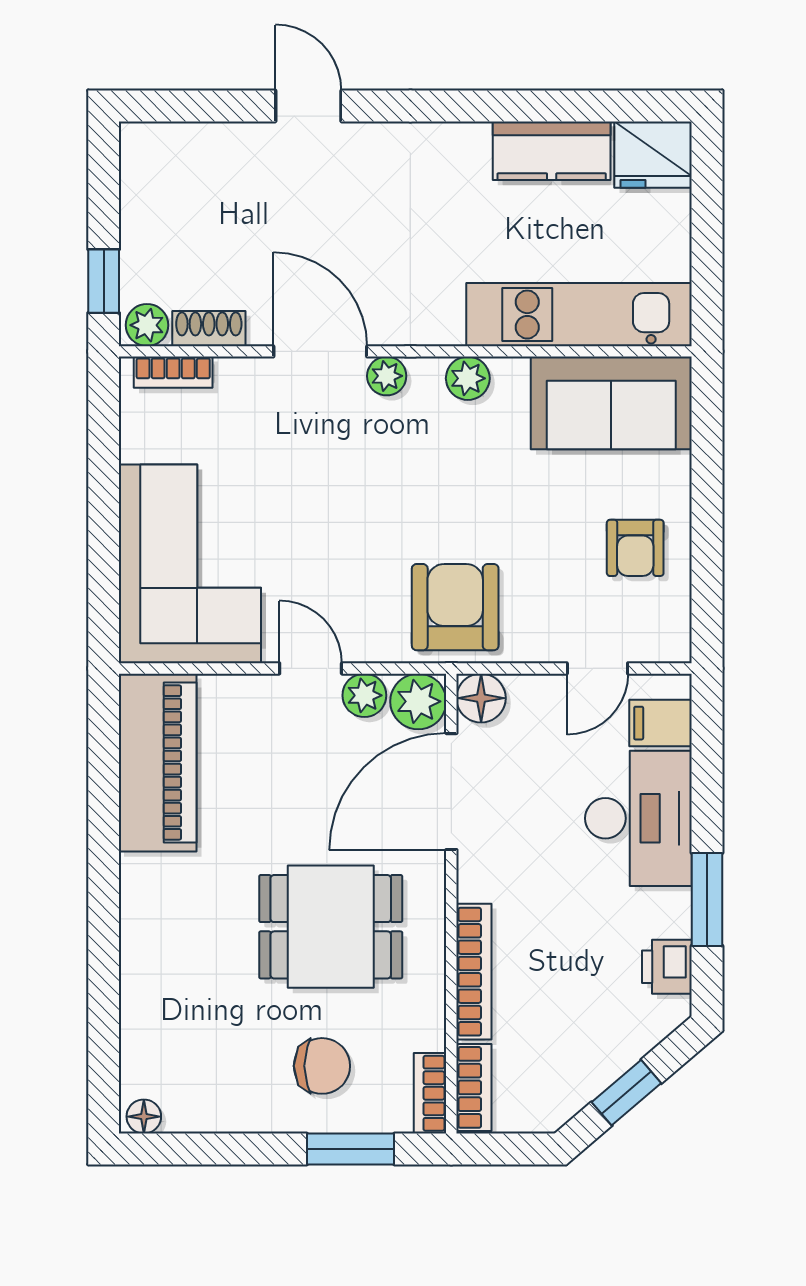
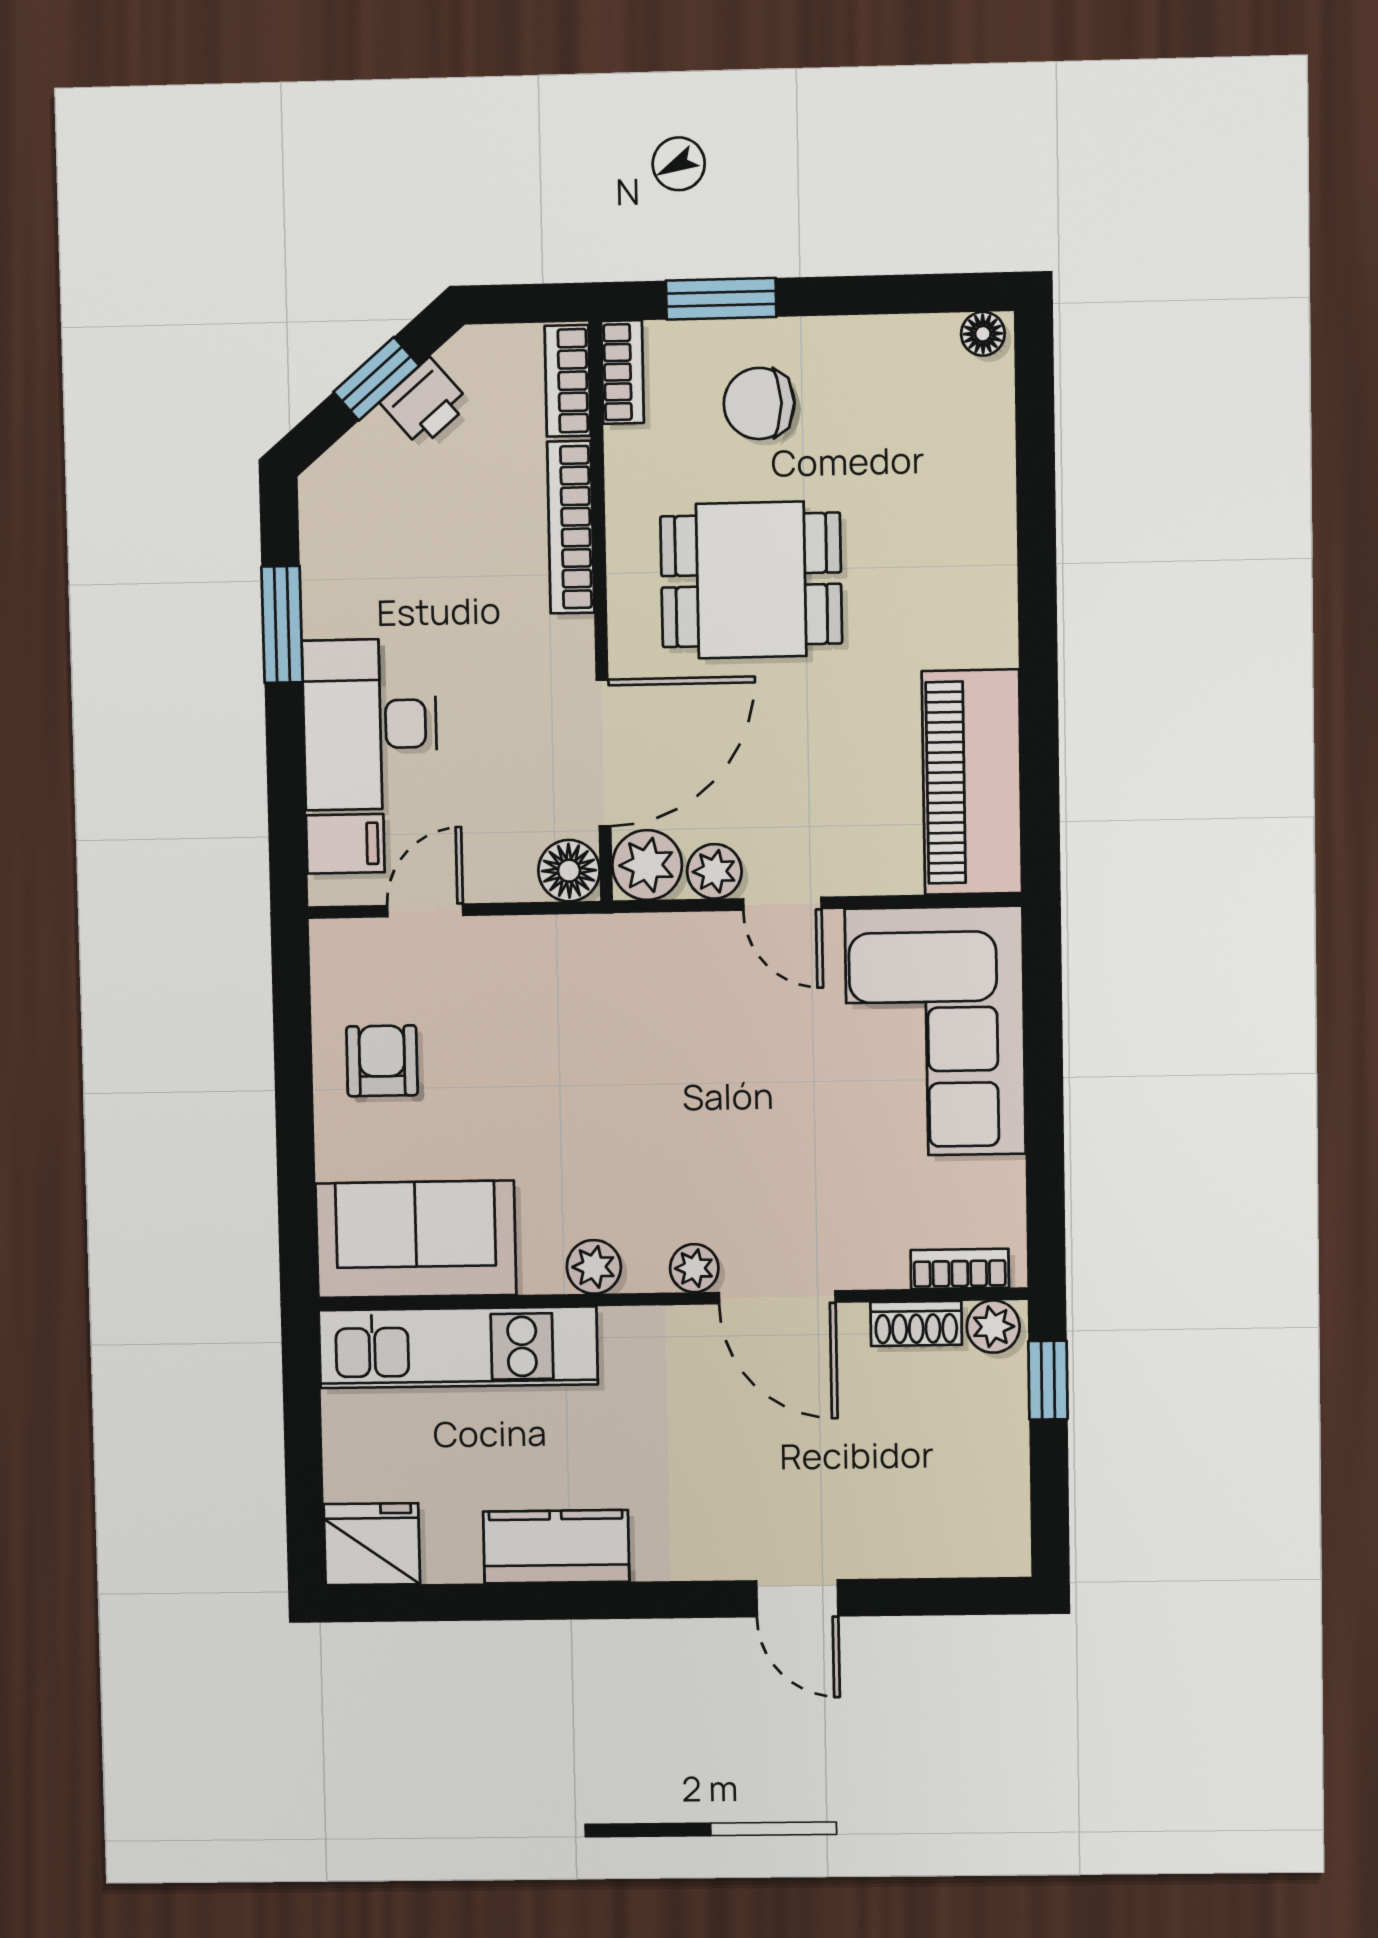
kitchen counter: (552, 151) -> (556, 1547), moved
armchair: (455, 607) -> (604, 983), removed
printer: (667, 967) -> (425, 403), moved, turned 49

